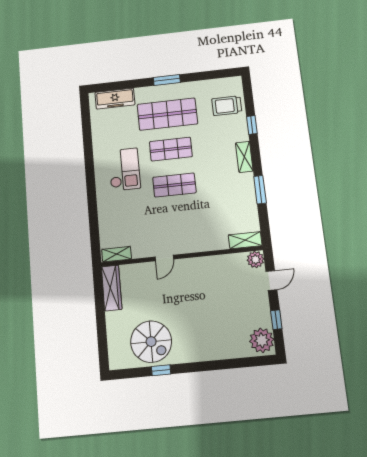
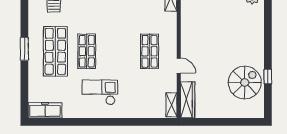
freezer: (115, 99) -> (45, 110), moved, turned -90
shop shelf: (174, 185) -> (150, 51), moved
wardrobe: (112, 288) -> (188, 100), moved, turned 90

